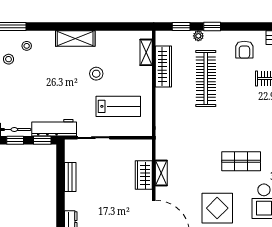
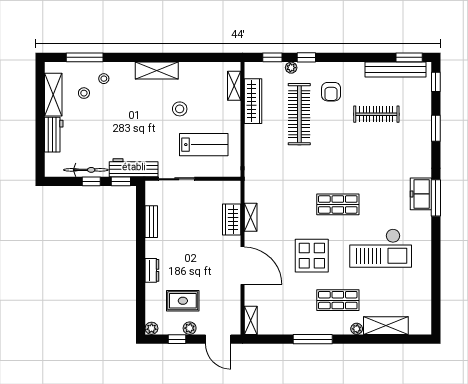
armchair: (244, 50) -> (331, 92), moved

